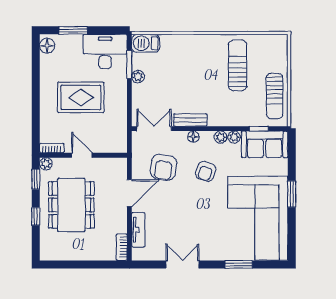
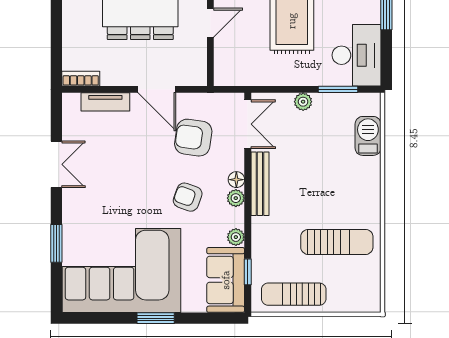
barbecue: (146, 43) -> (368, 136), moved
plant: (138, 77) -> (303, 102), moved
bench: (190, 120) -> (260, 184), width x1.36
plant: (221, 137) -> (236, 198), moved

